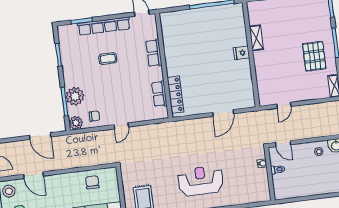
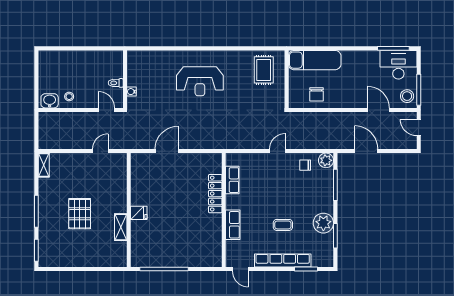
pallet: (314, 56) -> (80, 214), moved
locker: (175, 95) -> (215, 194), moved
plant: (75, 96) -> (323, 223), moved

